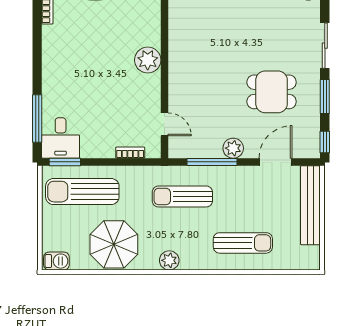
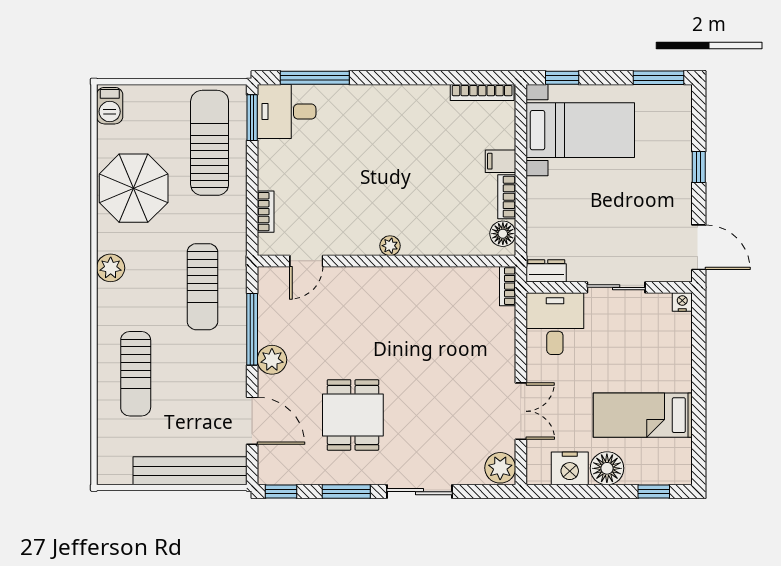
plant: (148, 60) -> (390, 246), width x0.53, depth x0.53
sun lounger: (182, 196) -> (202, 287), turned 180

